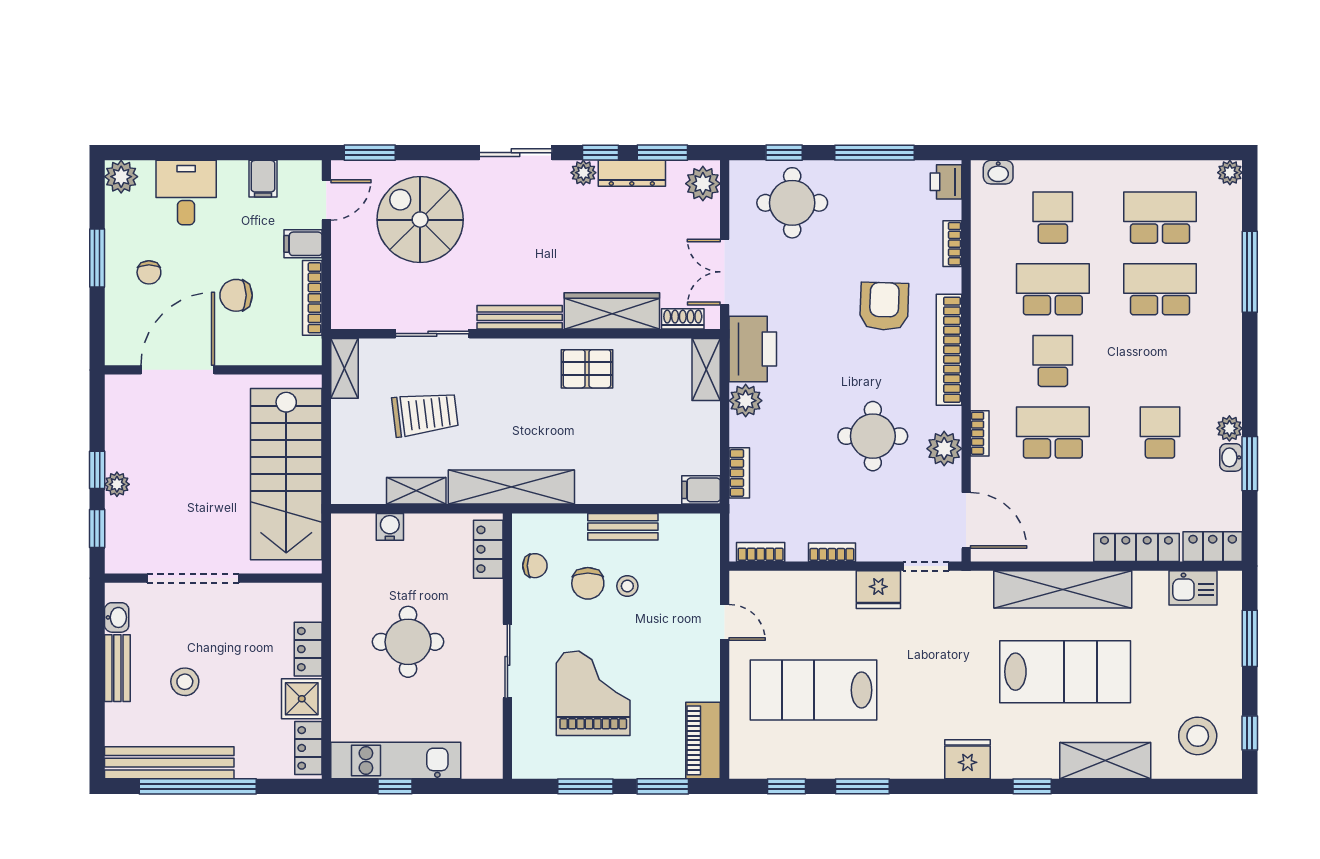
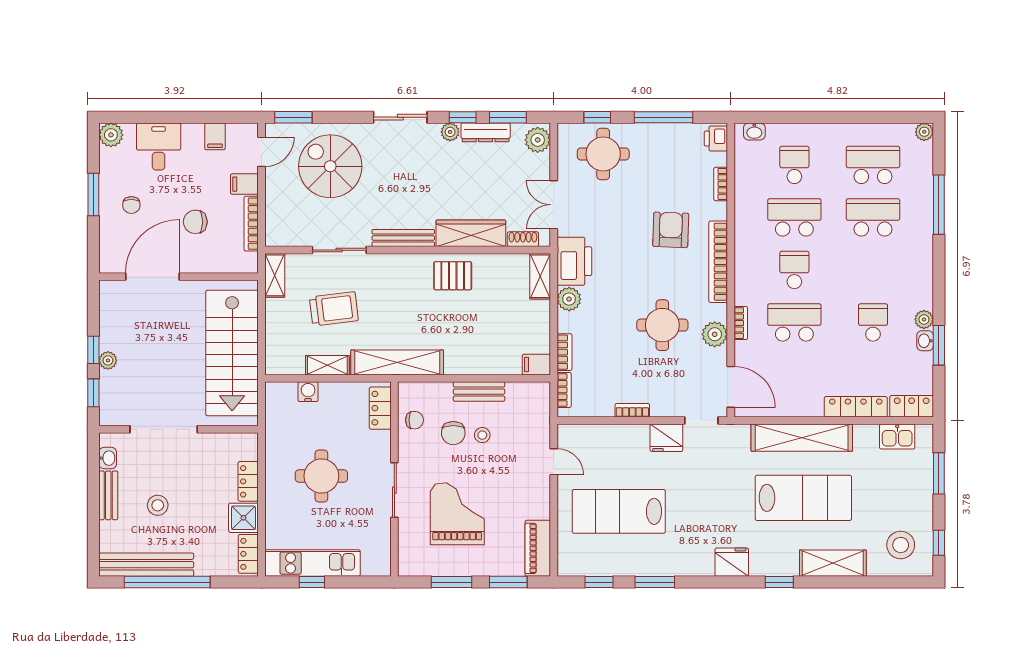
bookcase: (761, 552) -> (564, 390), moved, turned 90

